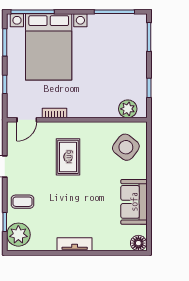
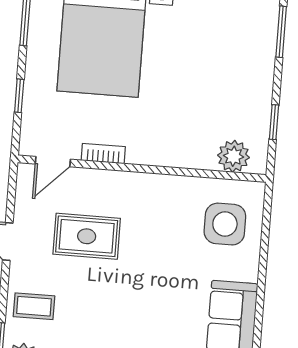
side table: (126, 147) -> (225, 224), turned -38
rug: (68, 157) -> (87, 236), moved, turned 90

